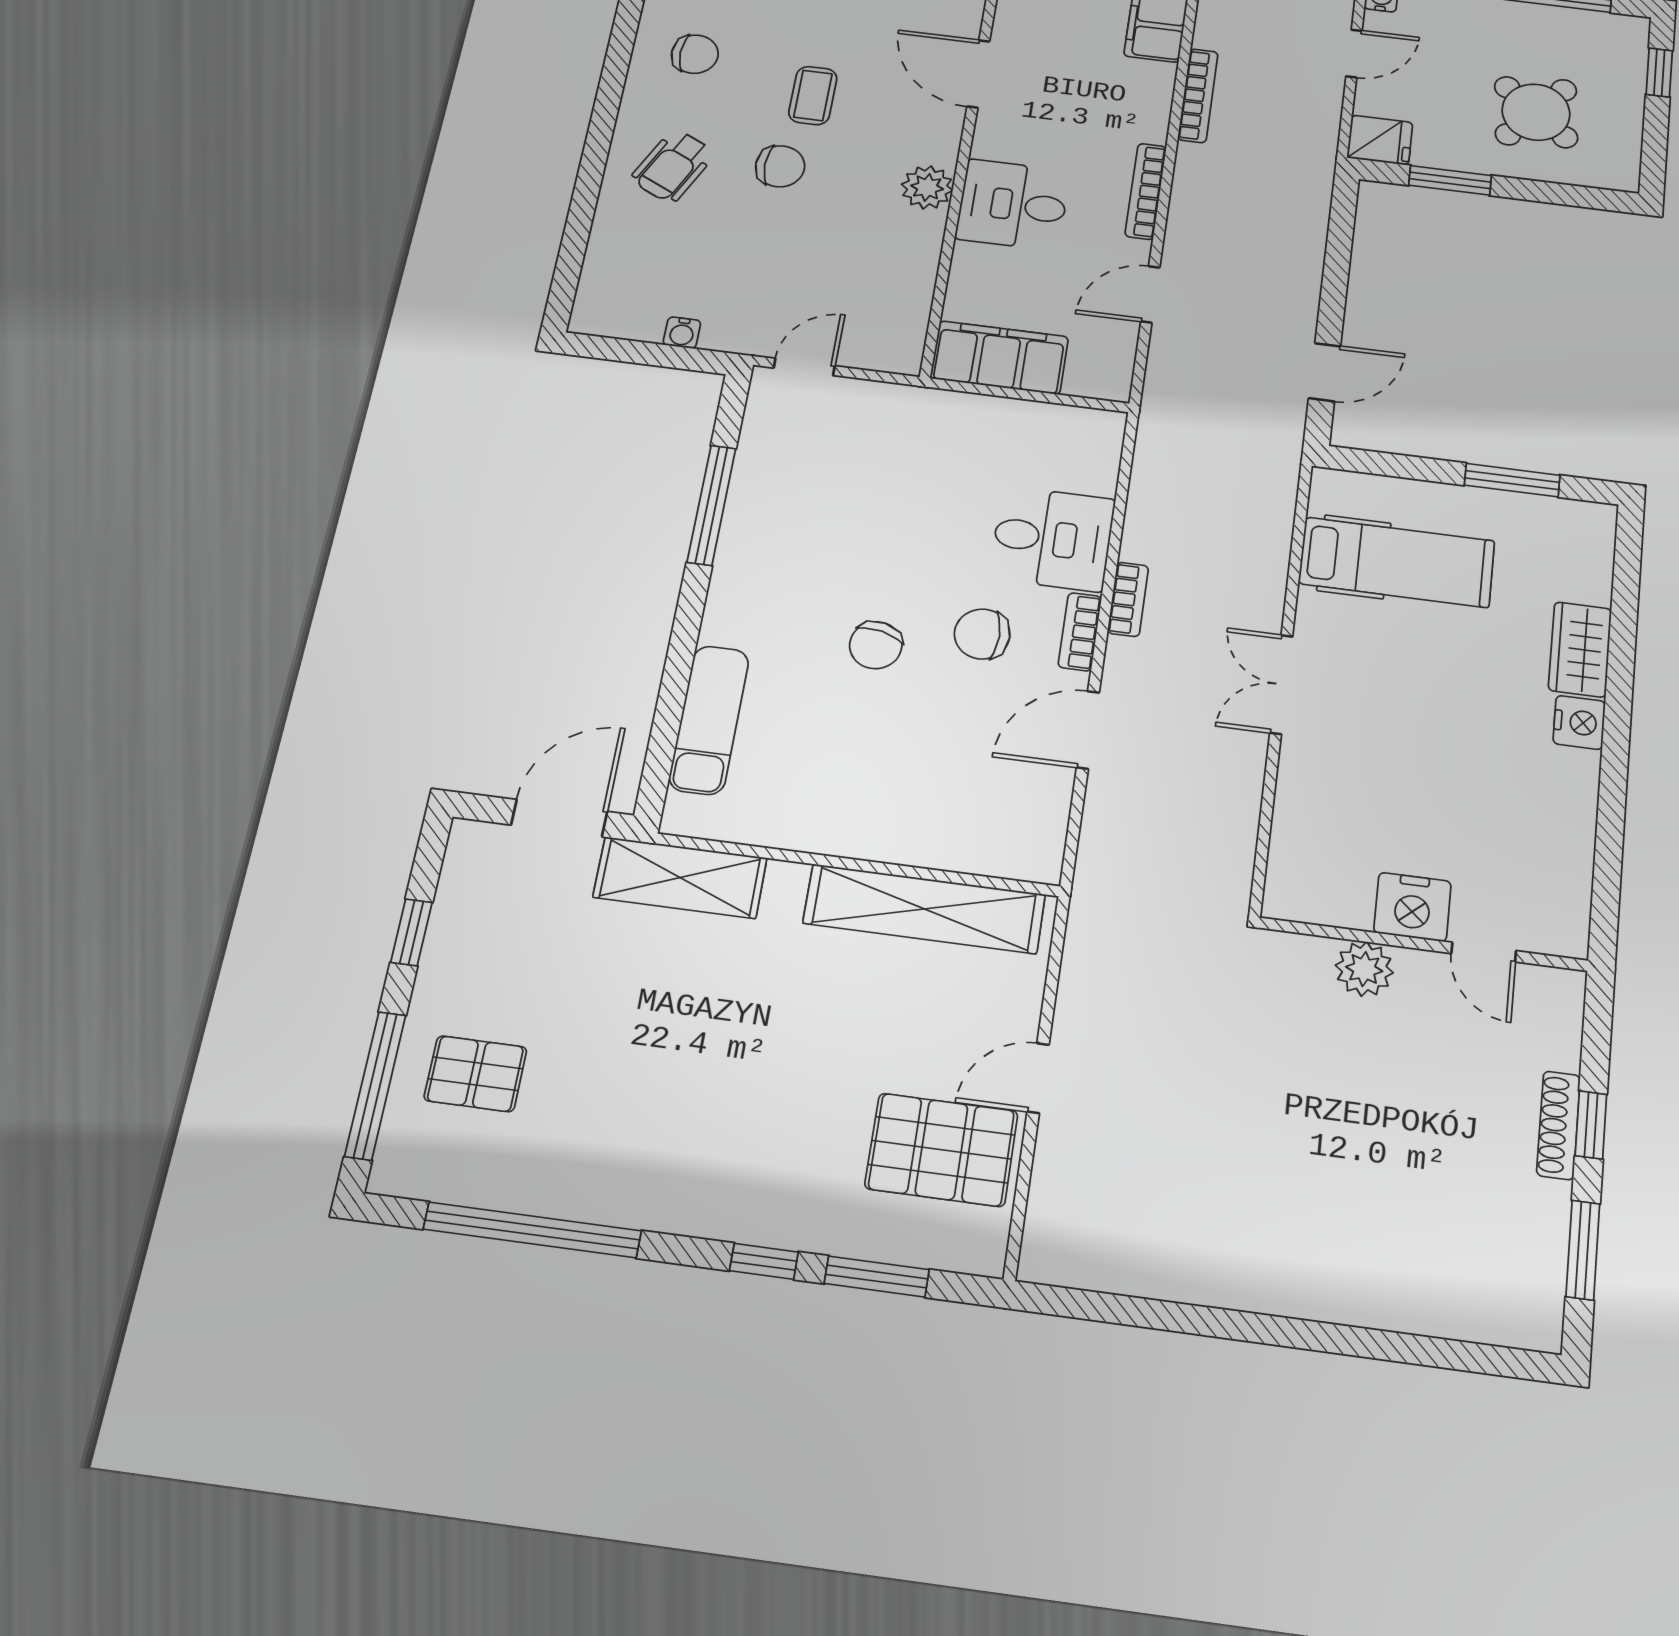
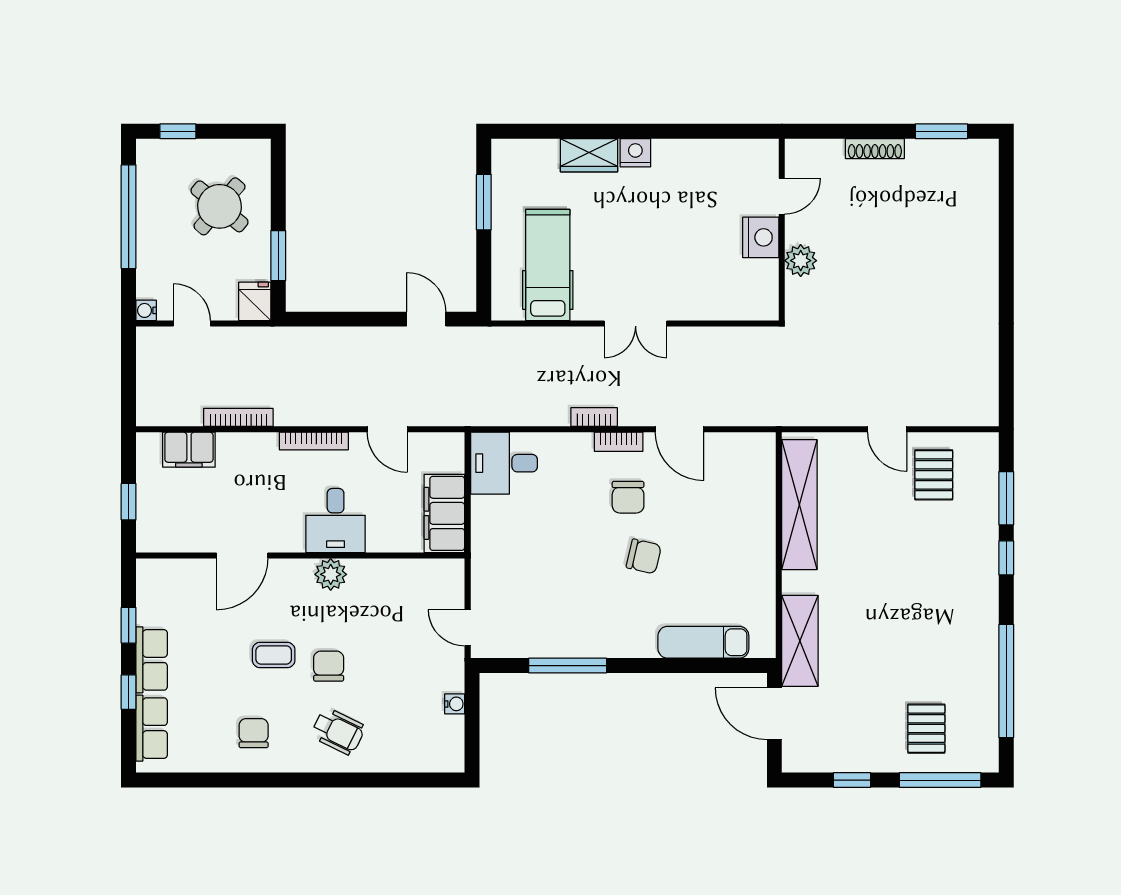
desk: (1052, 539) -> (504, 463), moved, turned -90
window: (1591, 1125) -> (872, 131), removed
pallet: (941, 1150) -> (934, 475), width x0.67, depth x0.71

